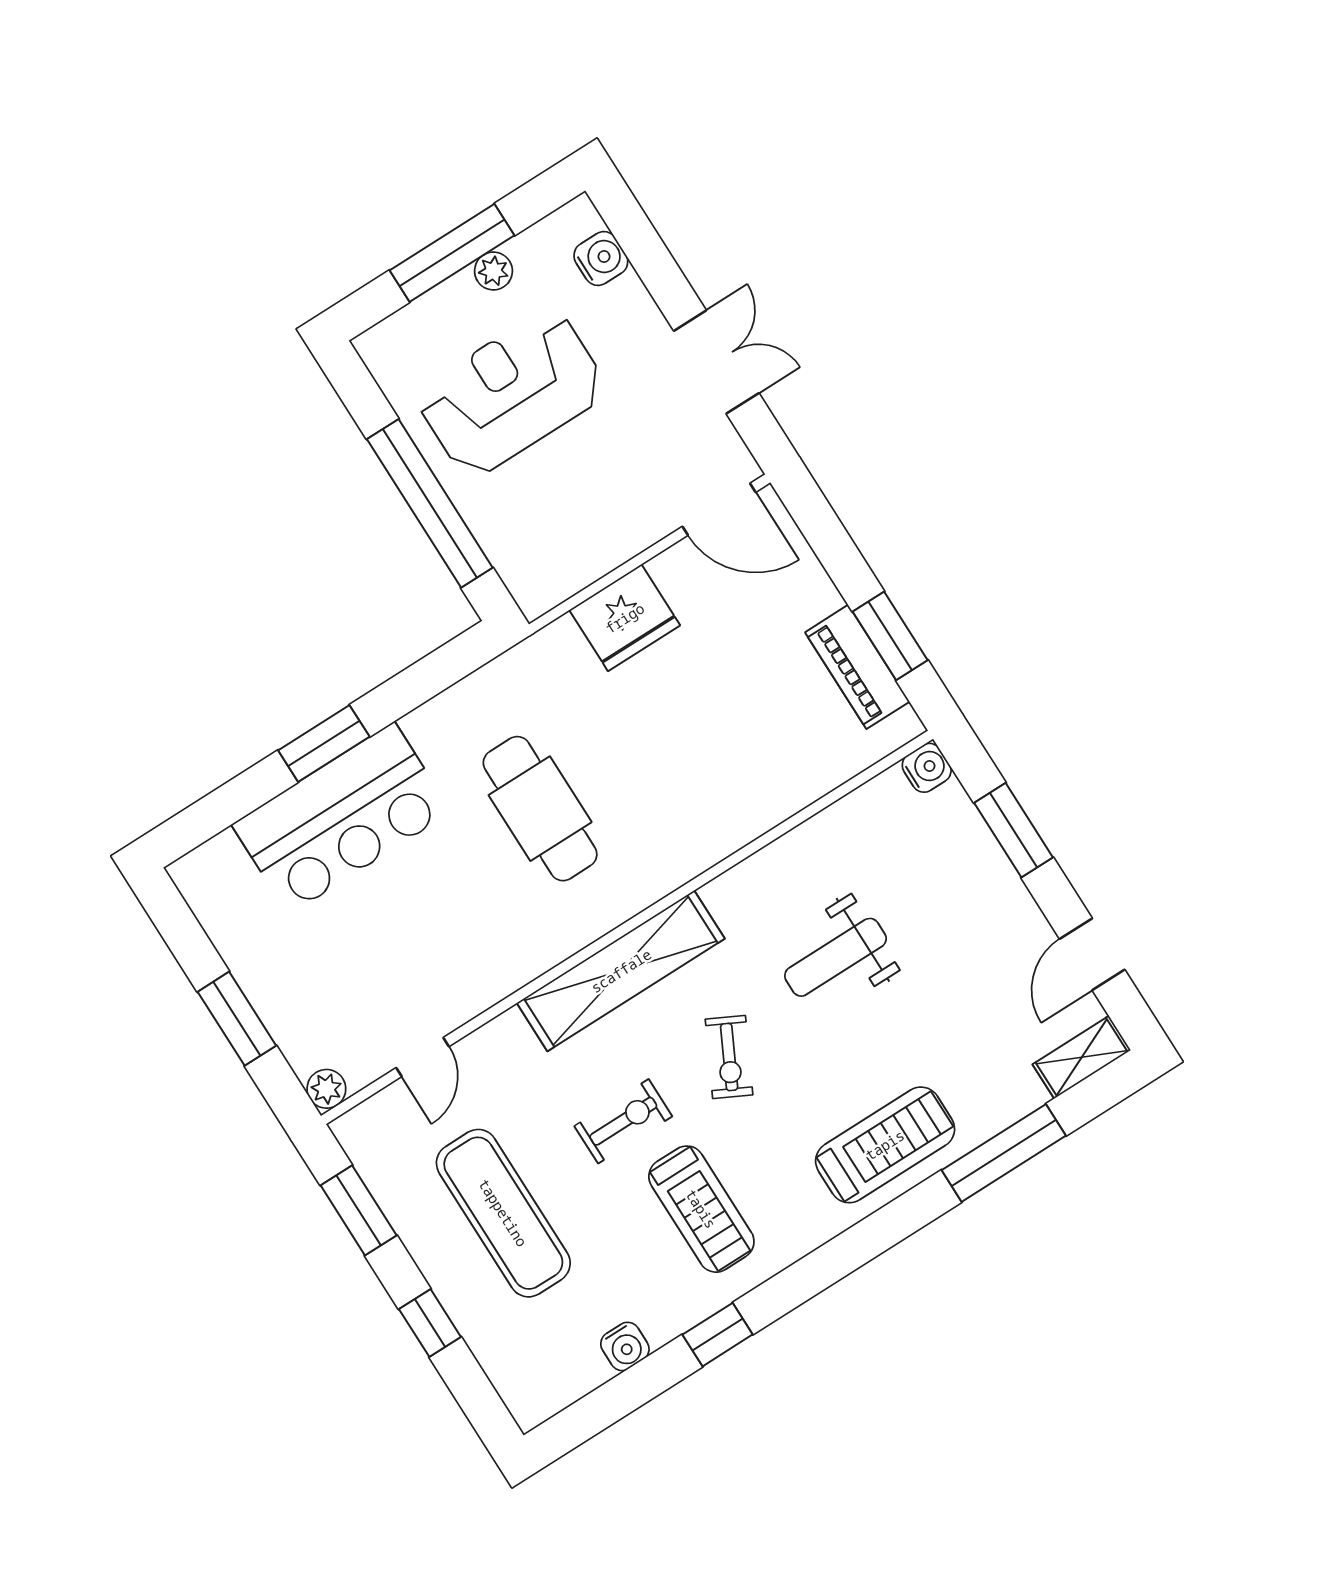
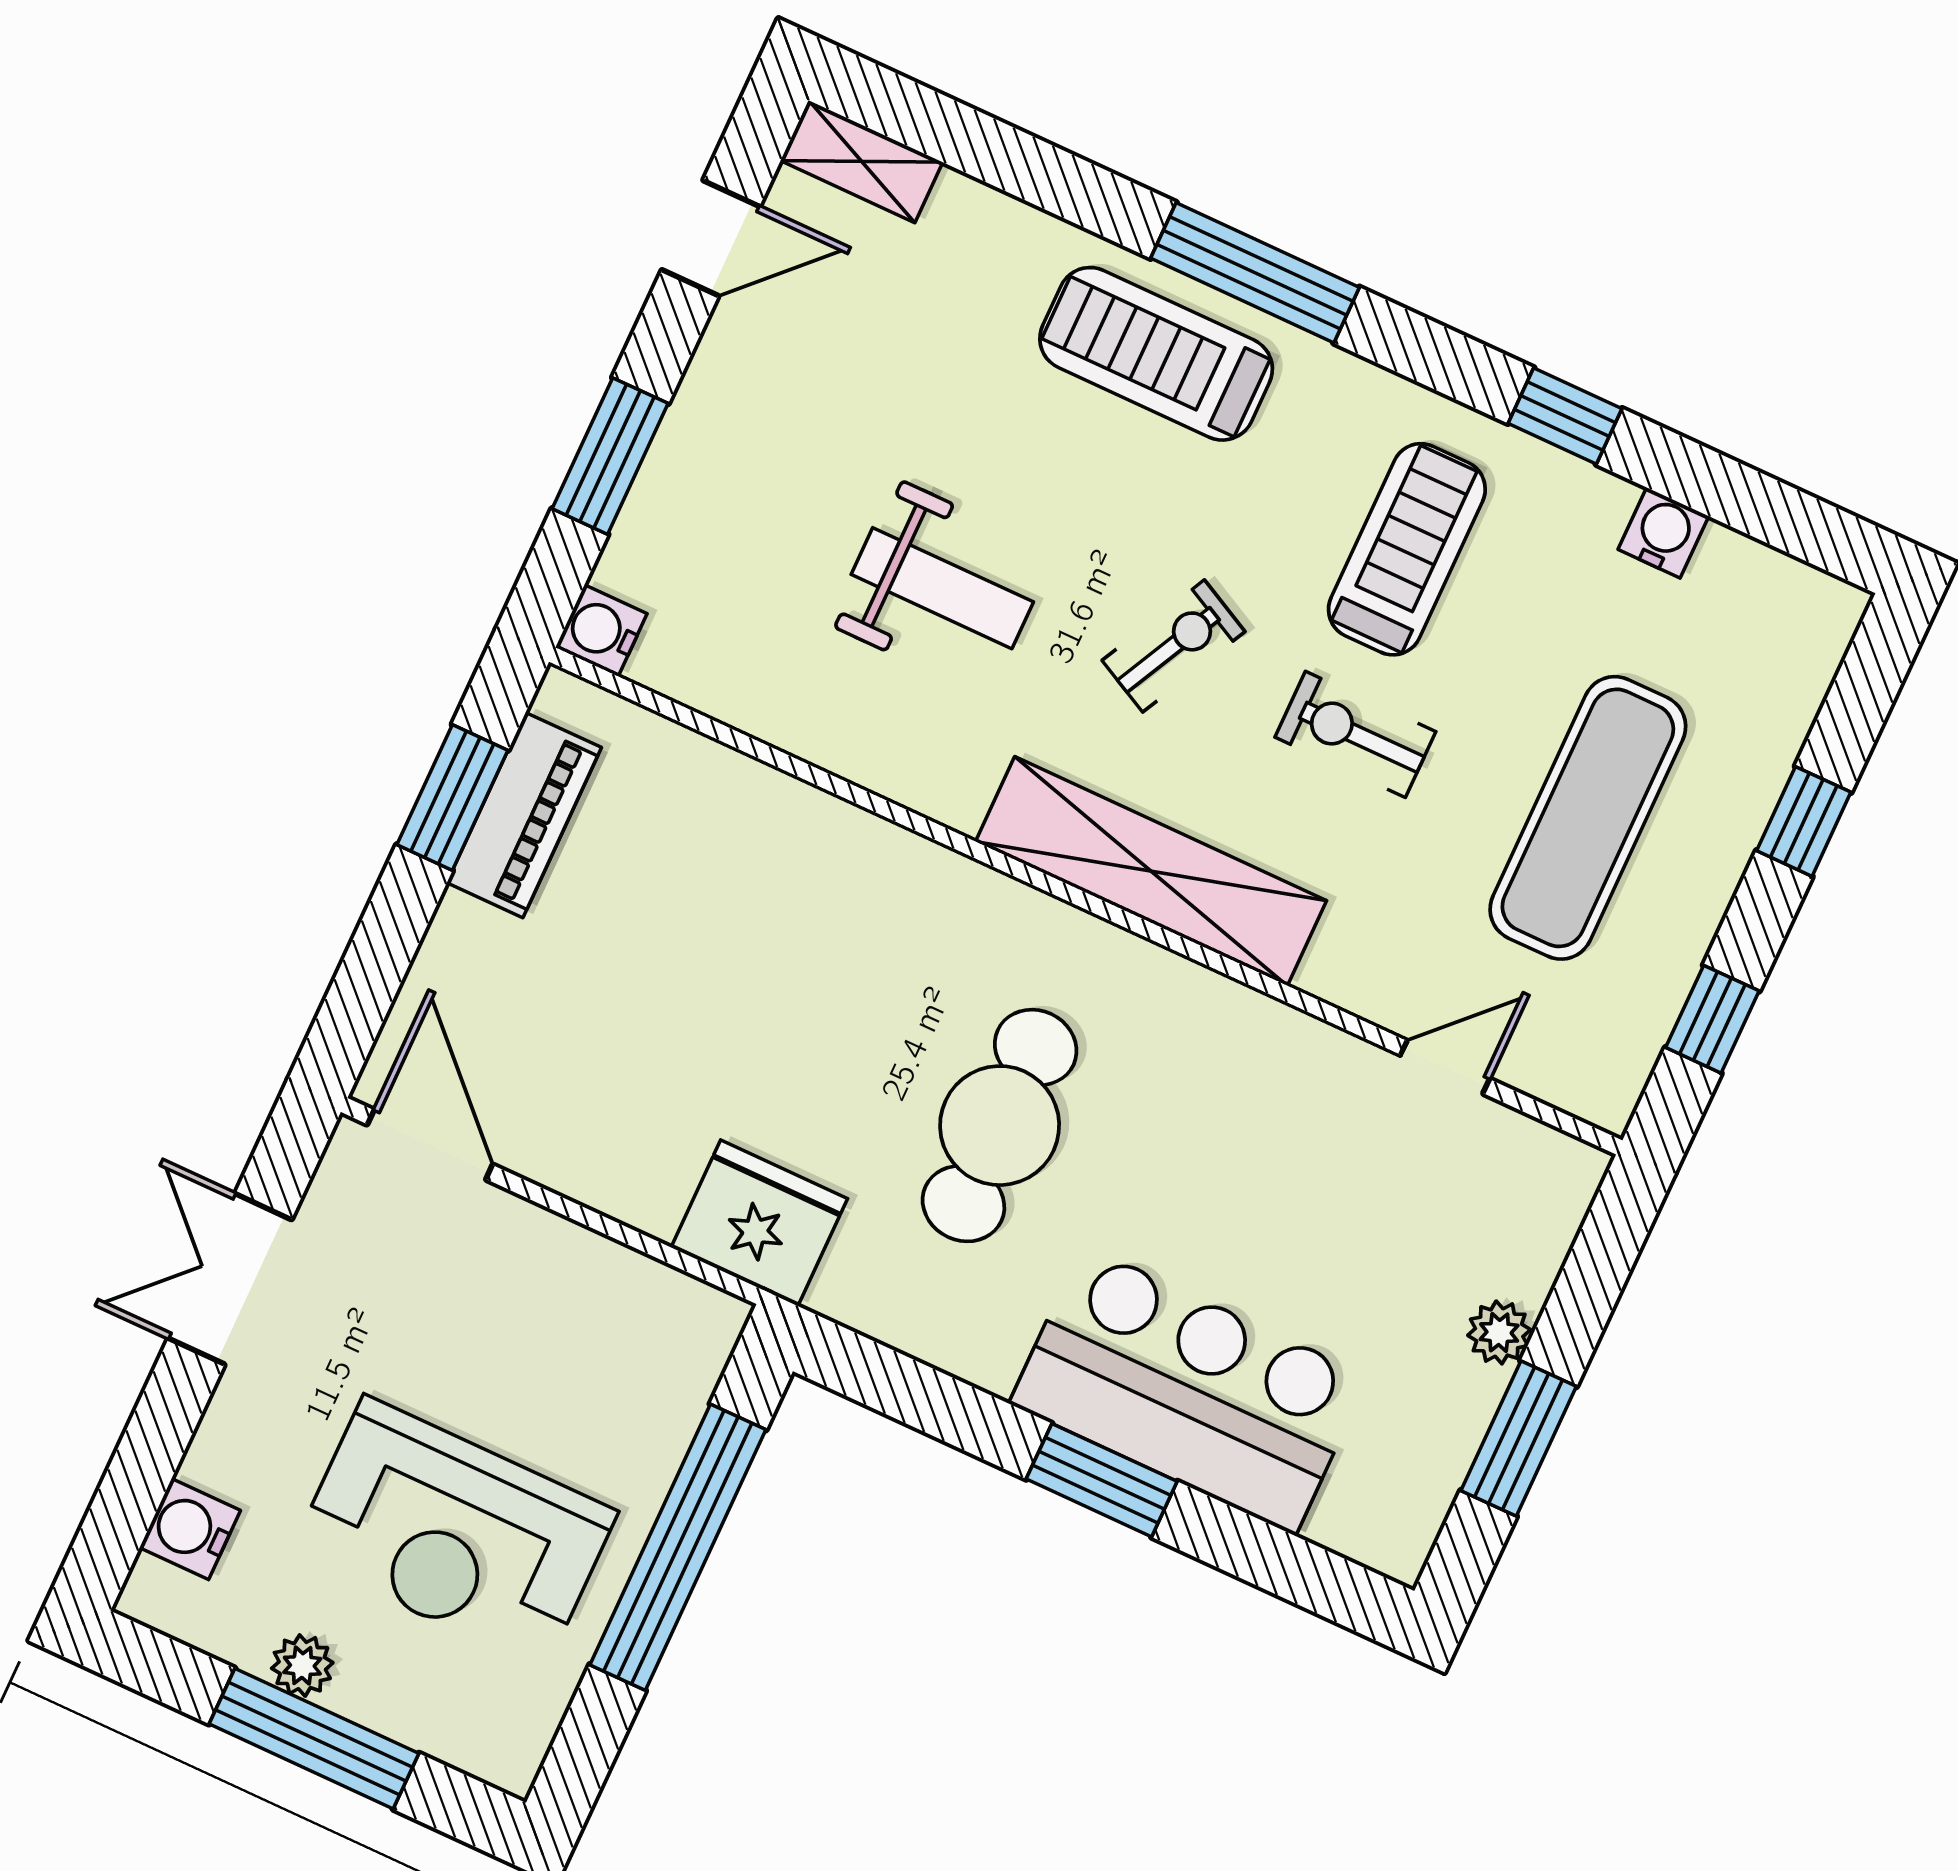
fridge: (625, 618) -> (759, 1223), moved
window: (237, 1019) -> (1519, 1439), moved
plant: (326, 1089) -> (1499, 1332), moved
window: (1004, 1153) -> (1255, 273), moved
window: (359, 1210) -> (1712, 1019), width x0.67

